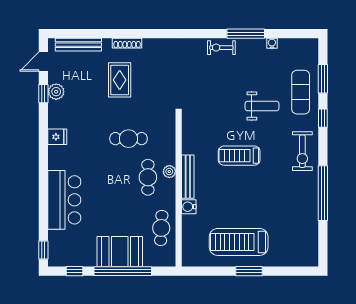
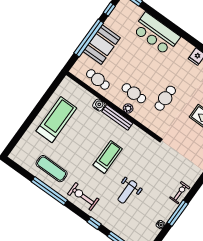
exercise mat: (301, 92) -> (52, 169), moved
window: (249, 271) -> (35, 113), removed

